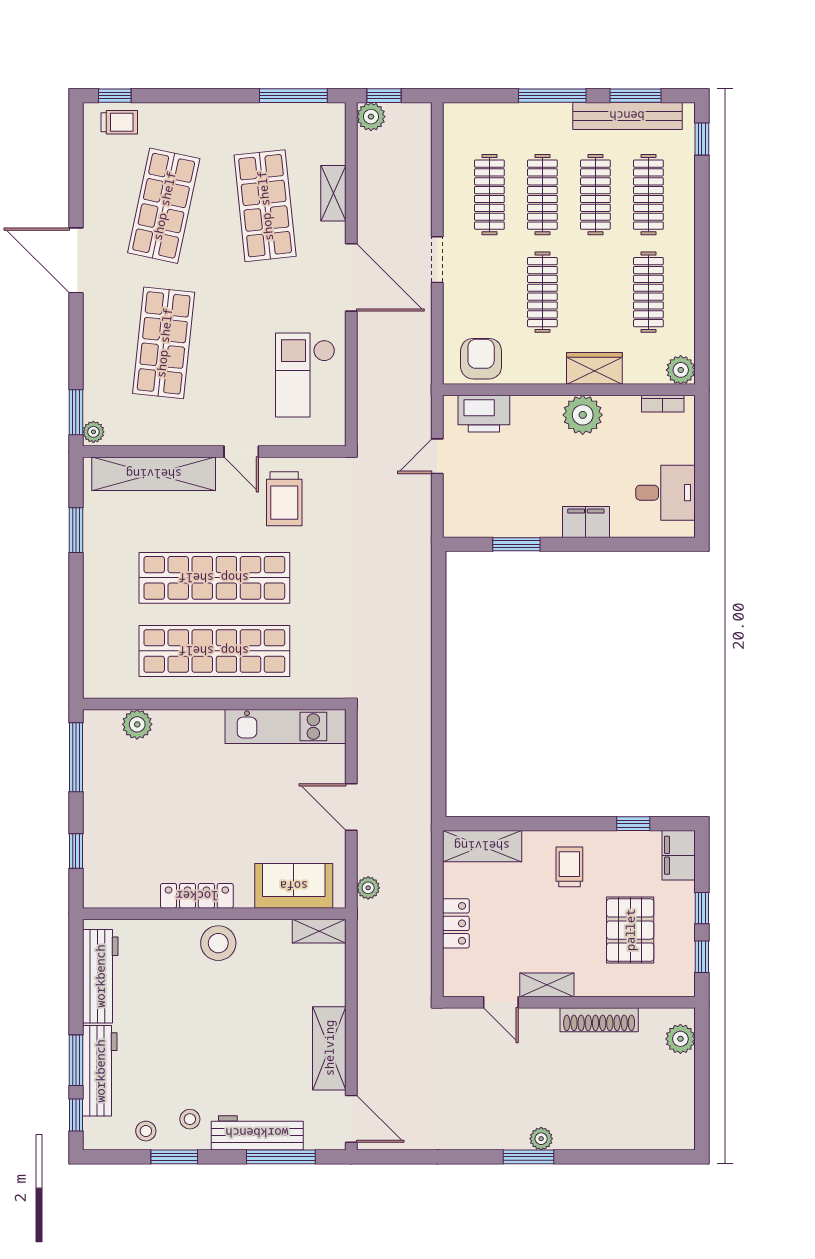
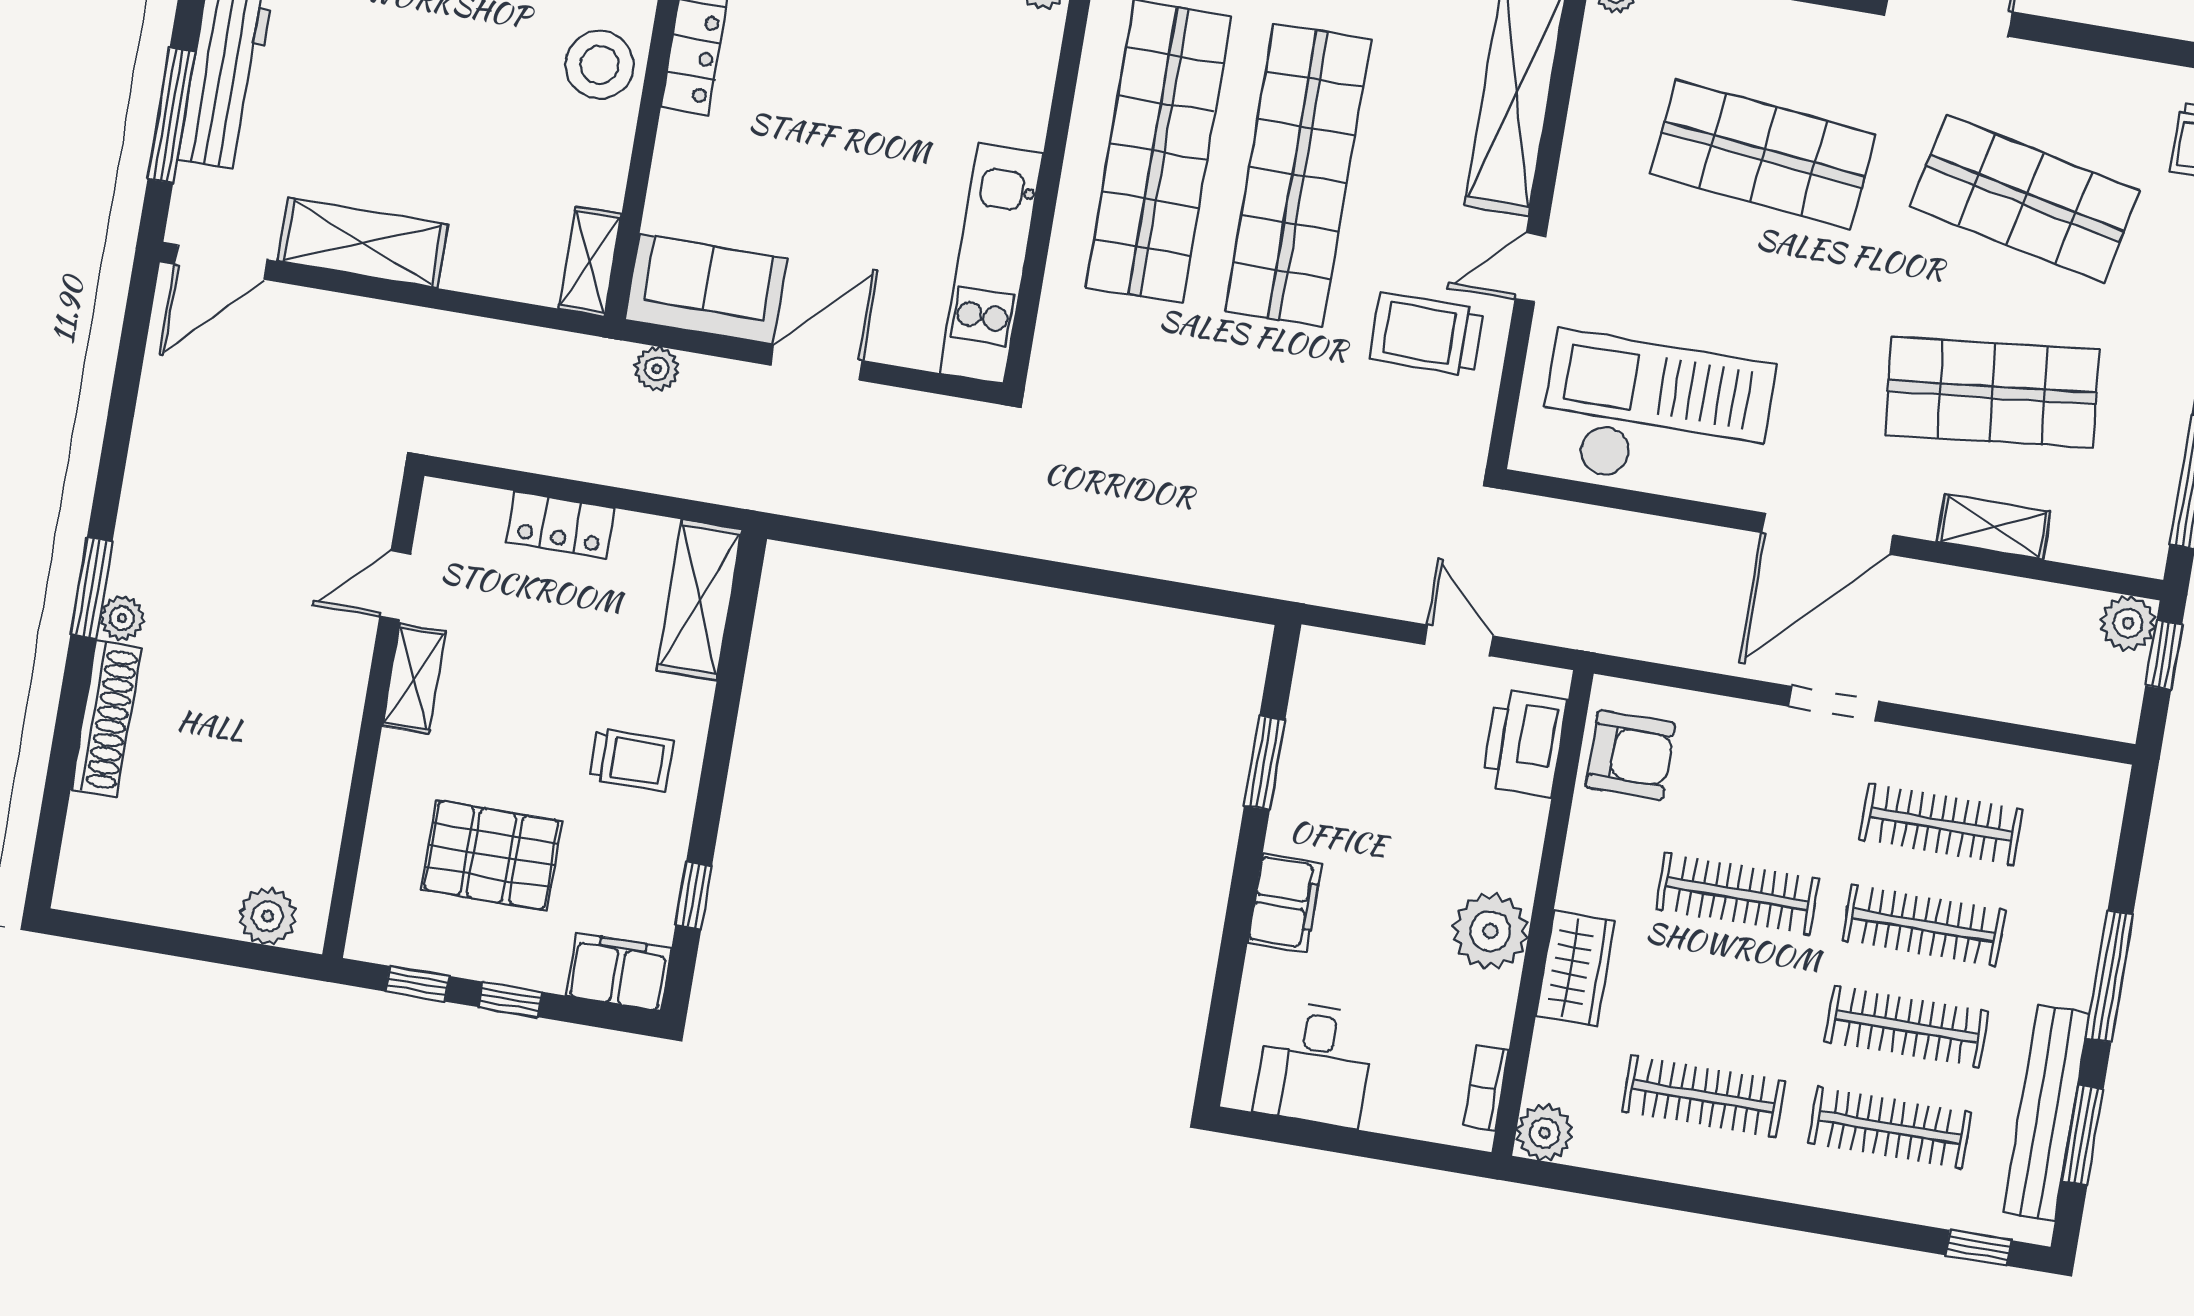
checkout: (305, 375) -> (1656, 414), width x1.36, depth x1.21
sofa: (294, 886) -> (706, 289), moved, turned -90
shoe rack: (599, 1020) -> (106, 719), moved, turned 180

